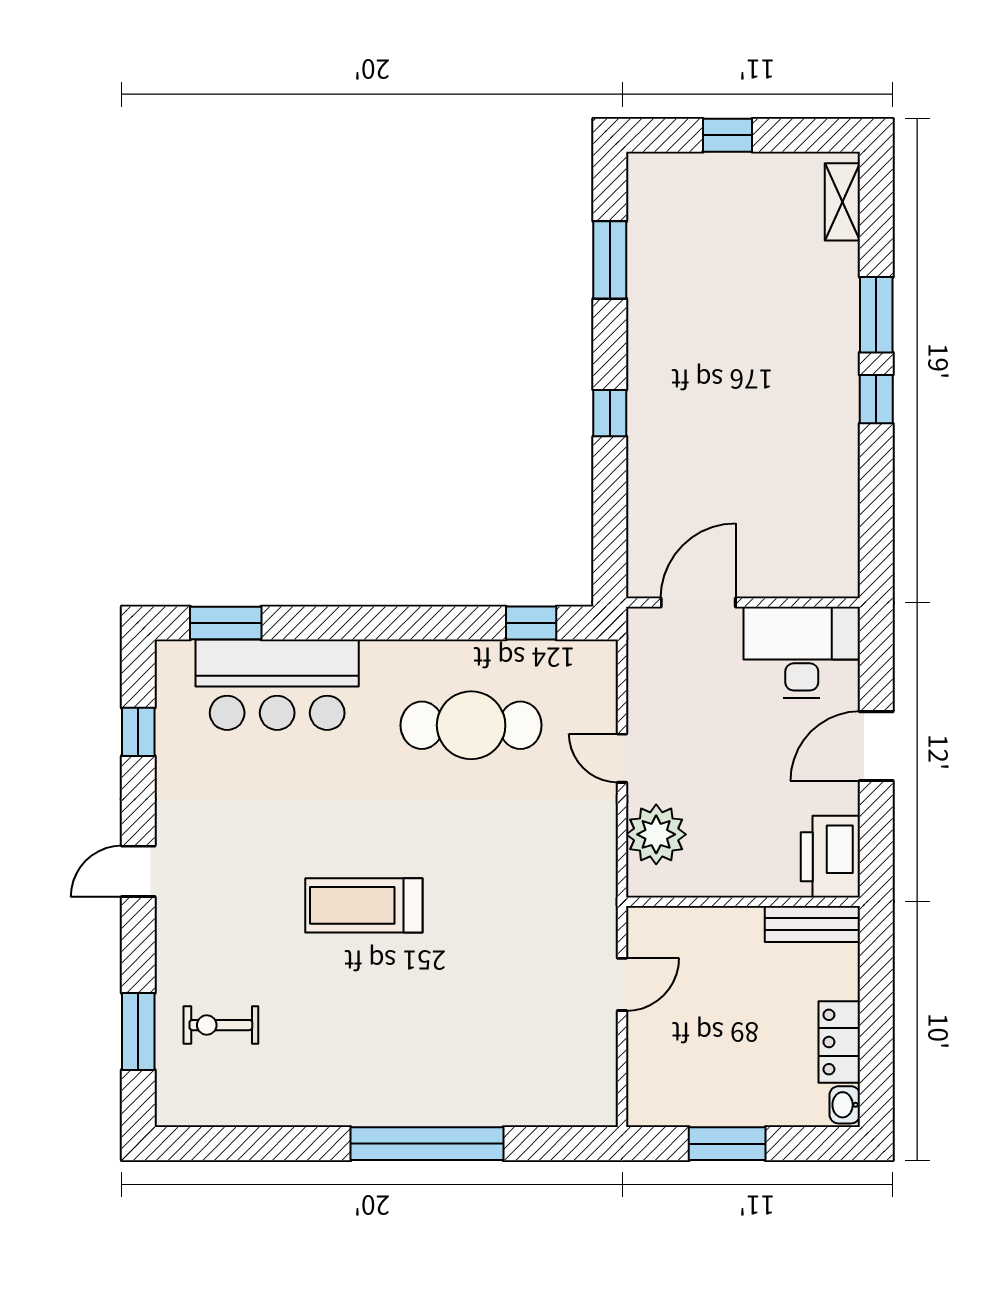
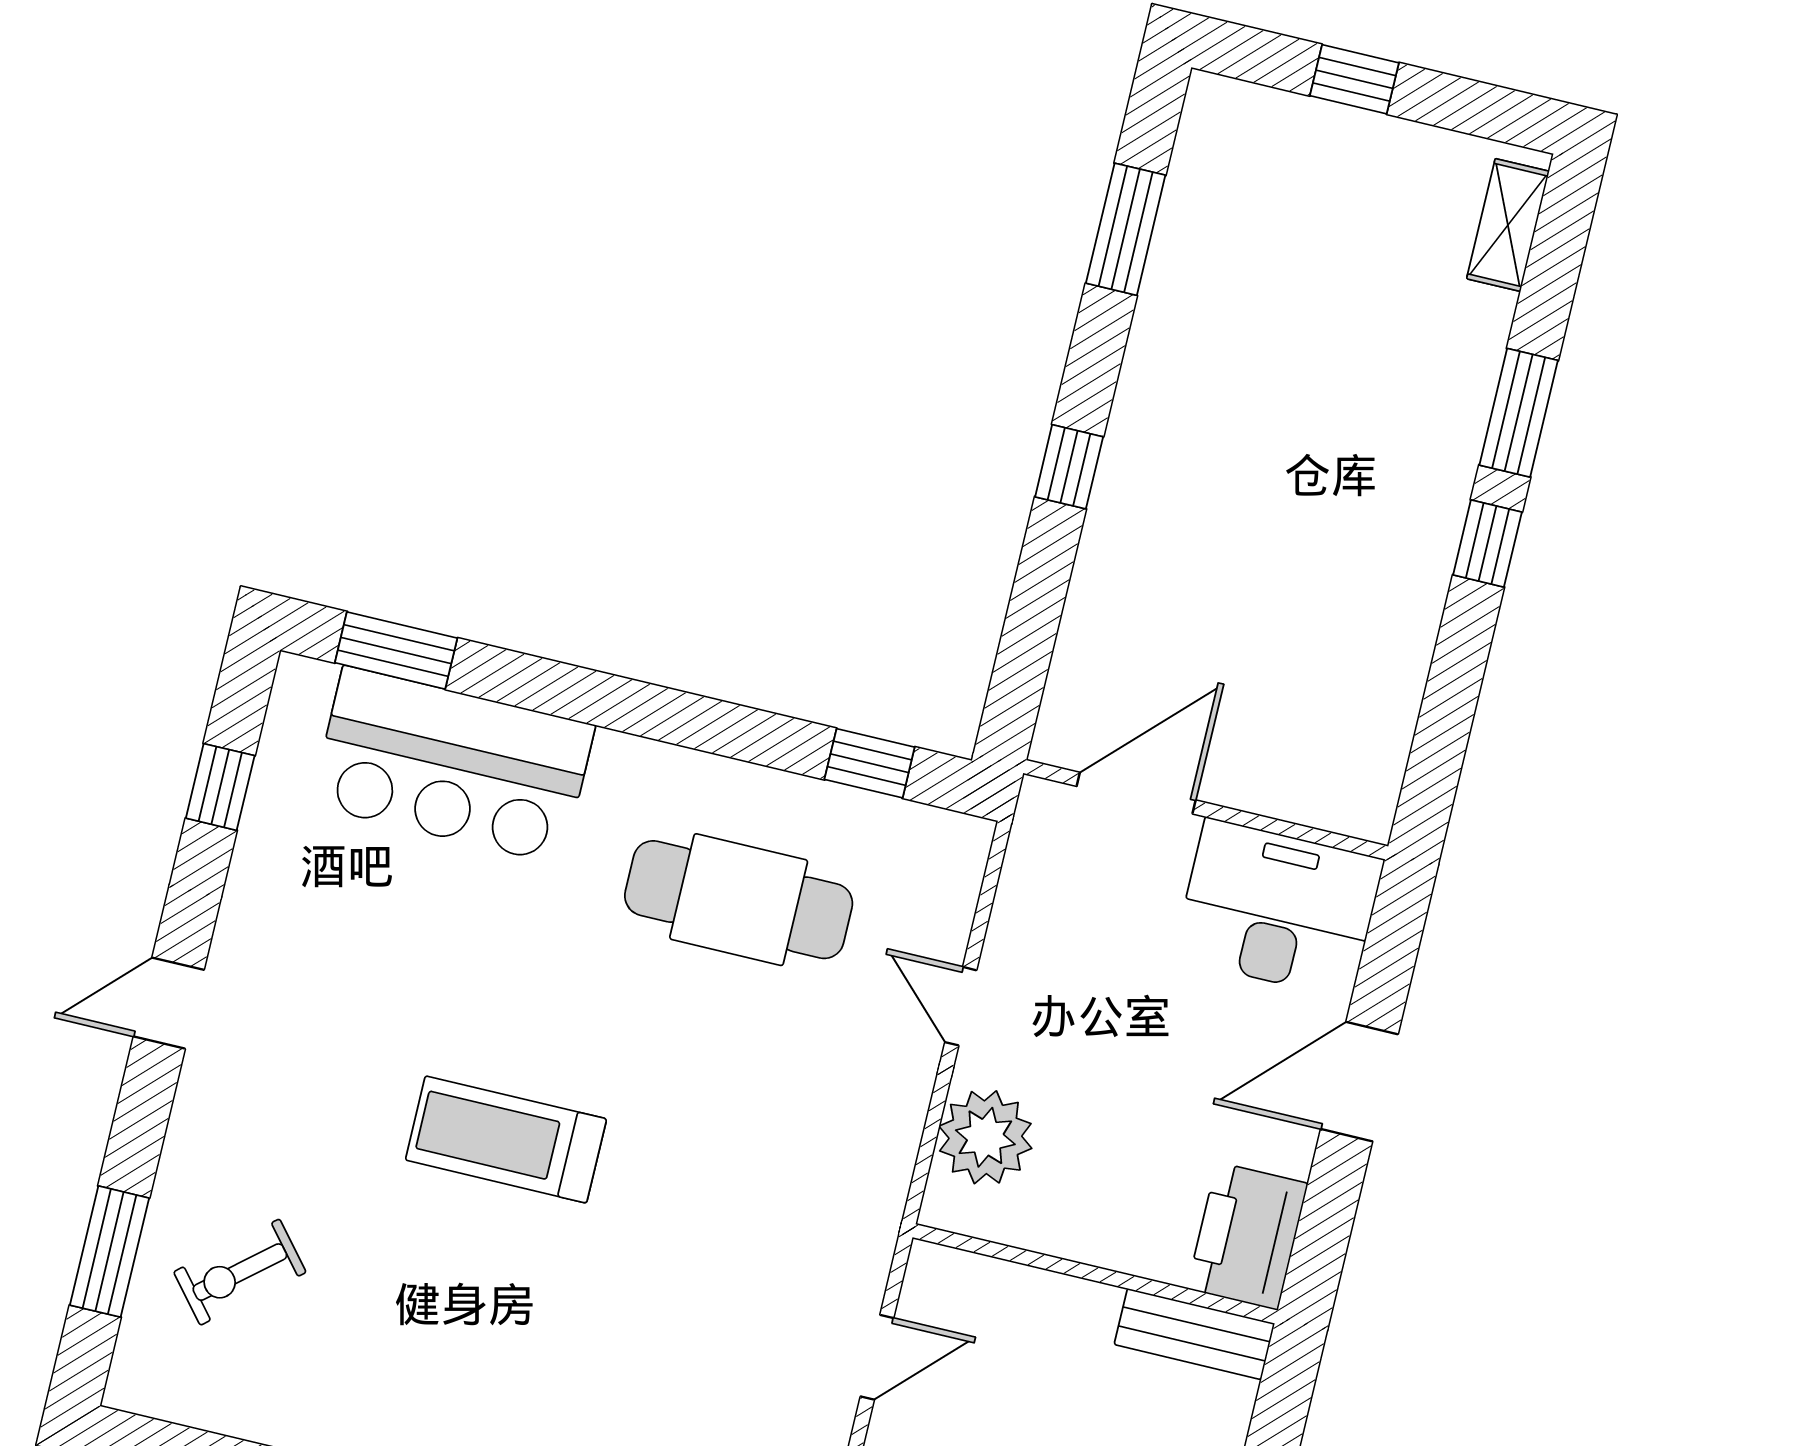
exercise bike: (221, 1025) -> (240, 1272), turned -40

